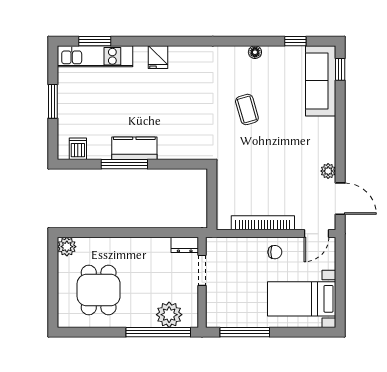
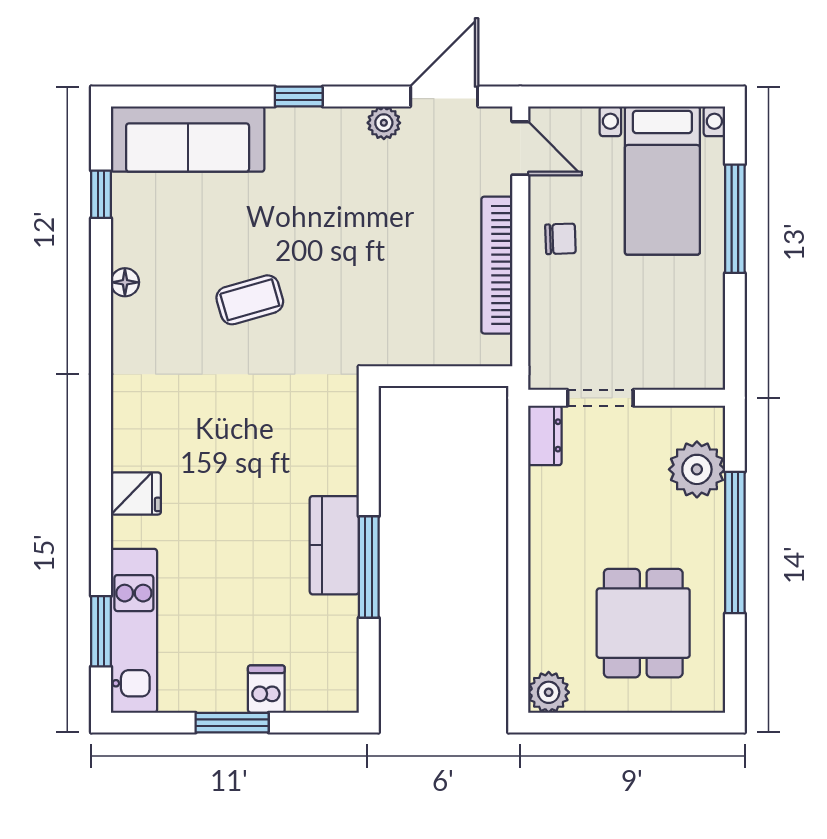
window: (340, 69) -> (299, 97), moved
dishwasher: (78, 149) -> (266, 689), moved, turned 90
chair: (275, 252) -> (560, 239), turned 88
dining table: (99, 290) -> (643, 623), turned 90
window: (158, 332) -> (735, 543), moved
window: (245, 332) -> (735, 219), moved

